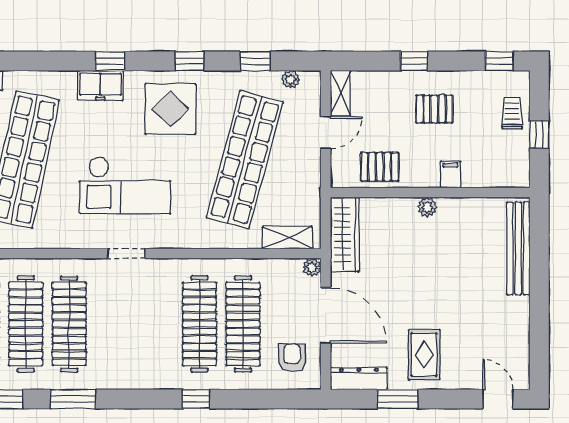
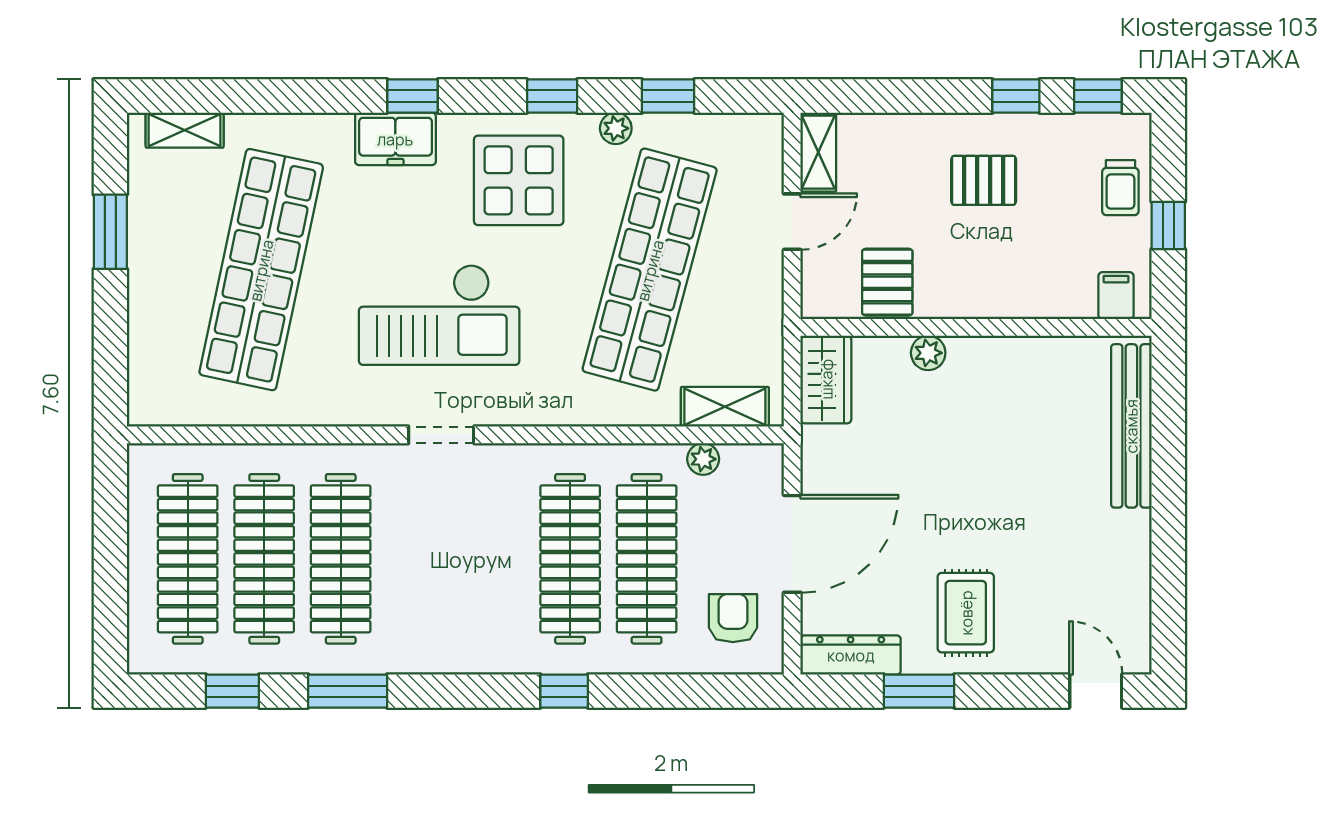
window: (414, 61) -> (1016, 96), moved
plant: (290, 79) -> (616, 128), moved
trolley: (512, 113) -> (1120, 188), turned 180
pallet: (380, 167) -> (887, 282), turned 90
filing cabinet: (450, 174) -> (1116, 296), moved
plant: (427, 207) -> (928, 353), moved
wardrobe: (345, 235) -> (826, 379), width x0.67
plant: (312, 267) -> (703, 459), moved
door: (326, 315) -> (792, 544), hinge flipped

